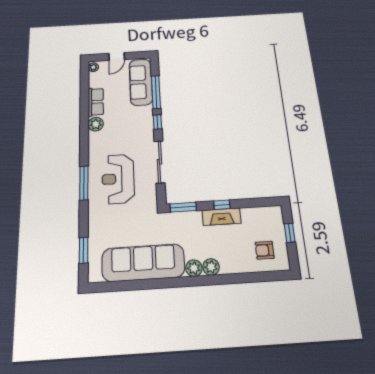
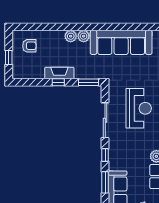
window: (156, 92) -> (105, 182), width x0.69

